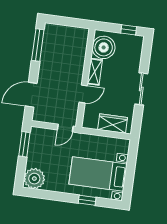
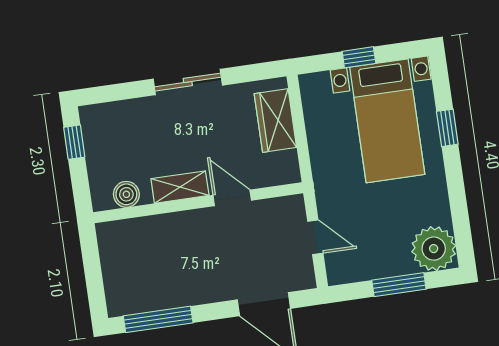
boiler: (104, 47) -> (126, 194), width x0.54, depth x0.54
door: (65, 128) -> (315, 237), moved
window: (24, 144) -> (399, 285), moved
window: (130, 169) -> (359, 57), added

